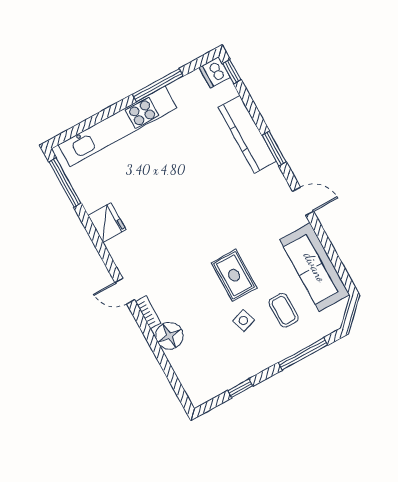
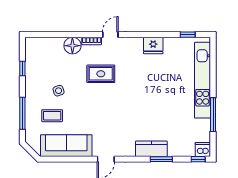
kitchen counter: (247, 134) -> (151, 149), width x0.67
window: (274, 149) -> (161, 159), moved
window: (65, 183) -> (188, 35), width x0.46
rug: (234, 275) -> (101, 74), moved

